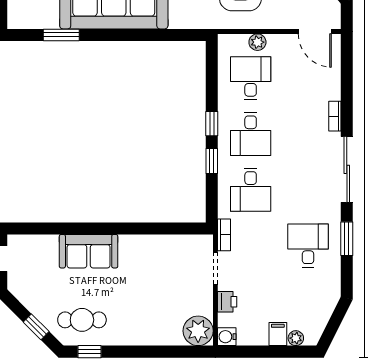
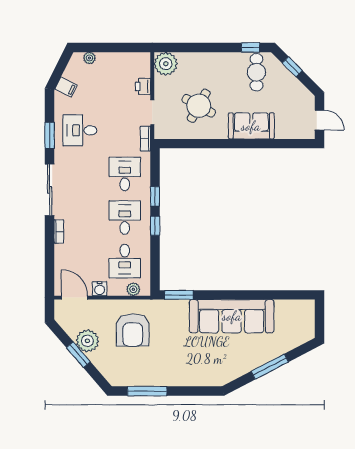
window: (61, 35) -> (179, 295), moved
plant: (257, 42) -> (133, 289), moved
desk: (308, 246) -> (80, 130), turned 90
round table: (156, 277) -> (199, 106), added
cafe table: (82, 320) -> (256, 72), turned 90
filing cabinet: (278, 334) -> (66, 87), moved, turned -63
water cooler: (227, 337) -> (100, 289), moved, turned 90

